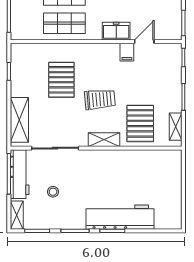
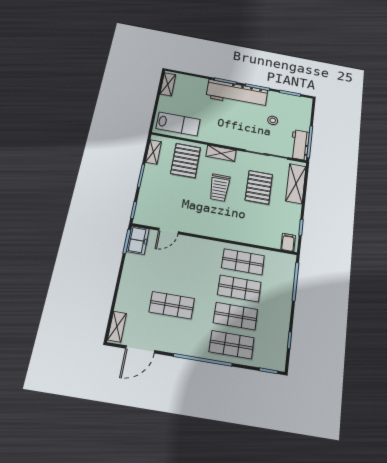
freezer: (116, 31) -> (138, 240), moved, turned -90
filing cabinet: (127, 52) -> (288, 242), moved
pallet: (61, 80) -> (259, 187), moved
trolley: (100, 99) -> (220, 188), turned -85
lab bench: (156, 165) -> (178, 124), added
workbench: (20, 174) -> (300, 145), width x0.73
shelving: (17, 215) -> (168, 84), moved
workbench: (120, 217) -> (237, 94), moved

